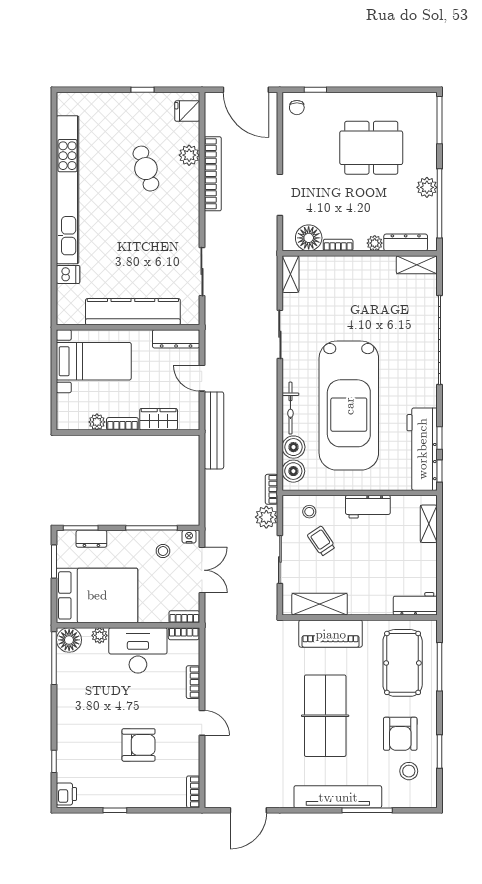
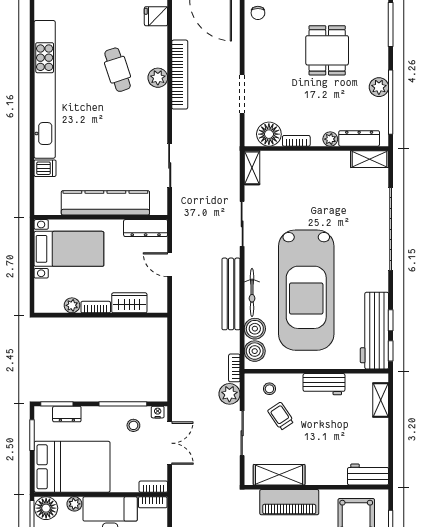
dining table: (371, 148) -> (327, 50), width x0.73
plant: (189, 155) -> (158, 78), moved
bench: (214, 430) -> (231, 294), moved

